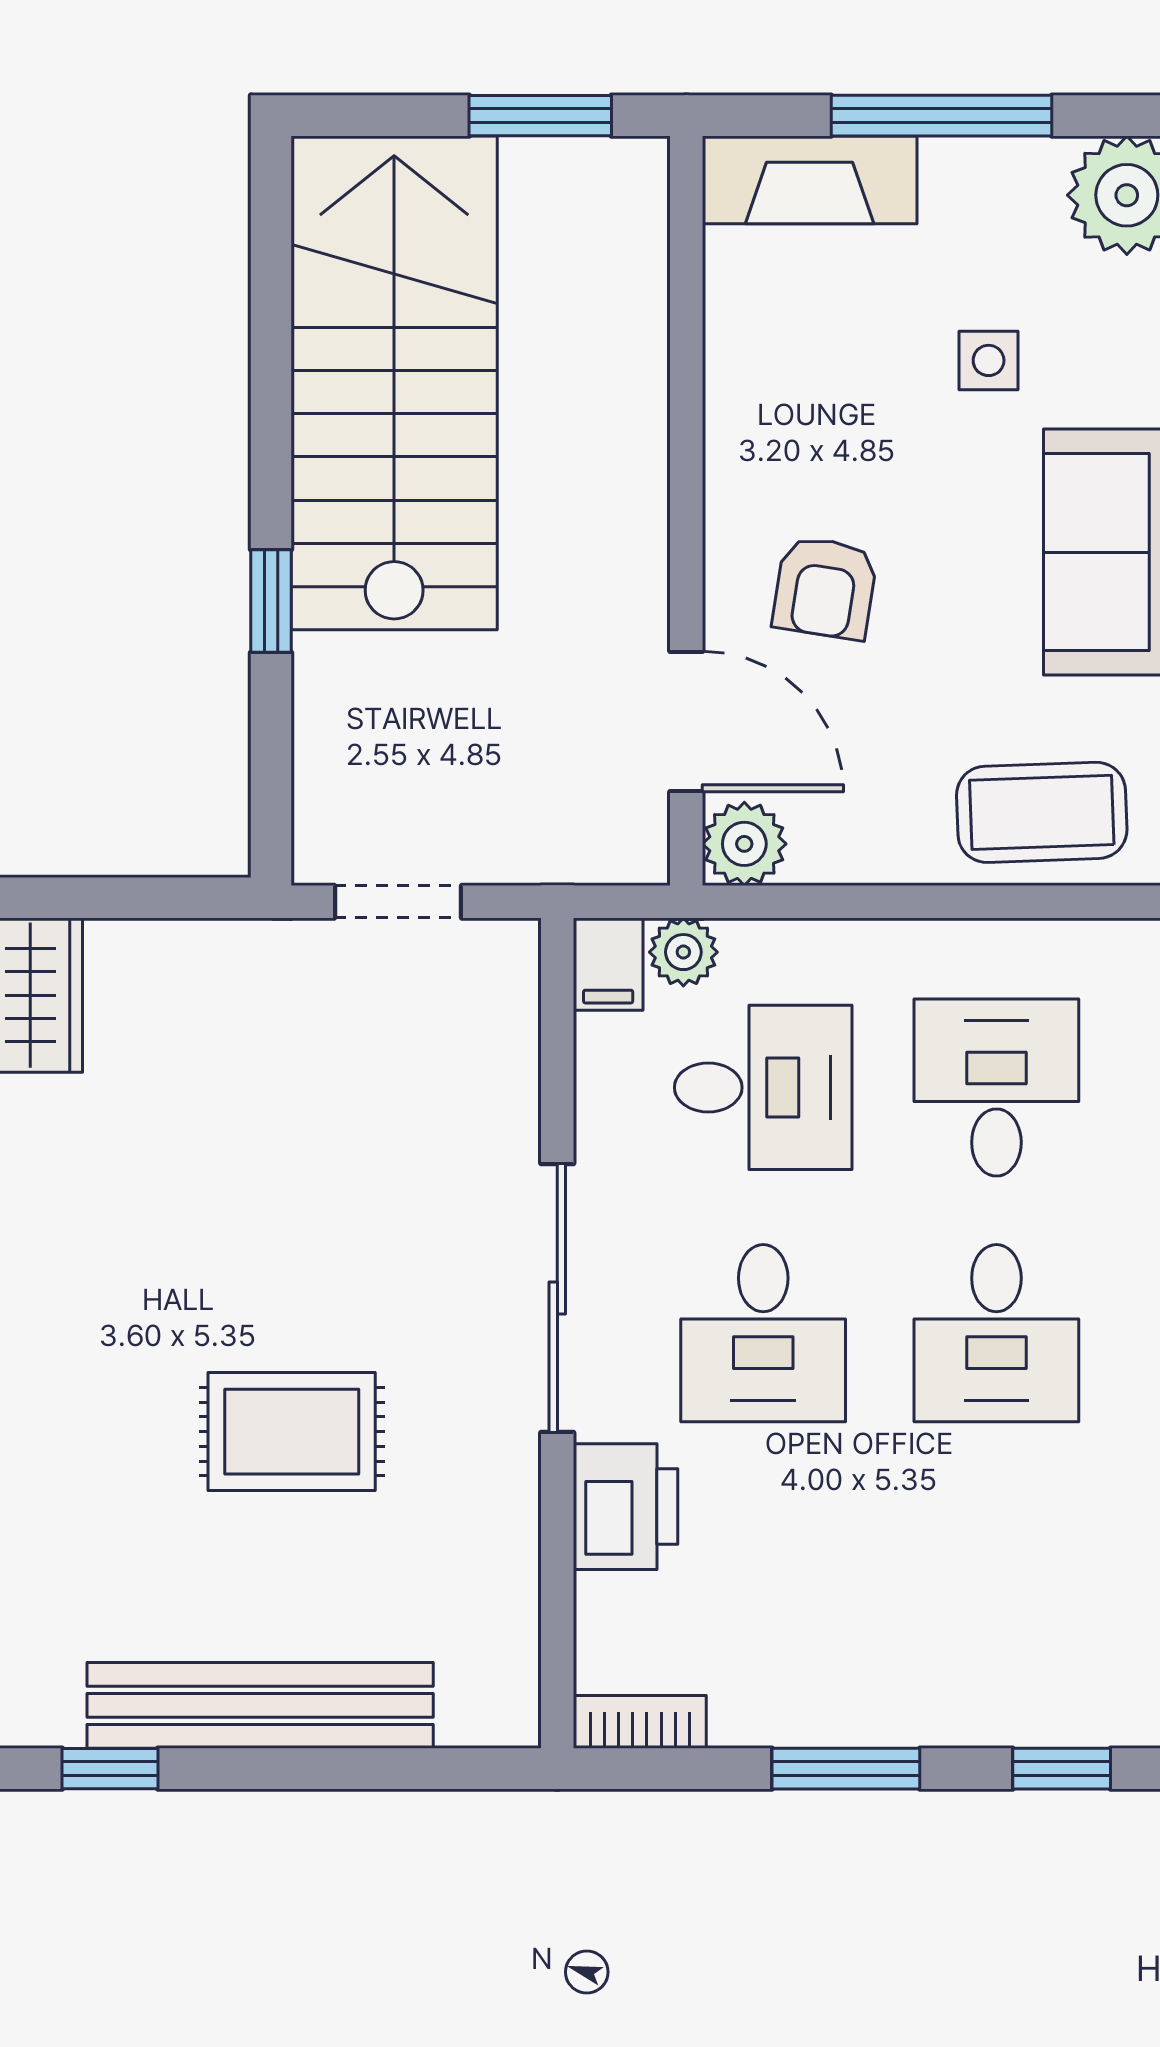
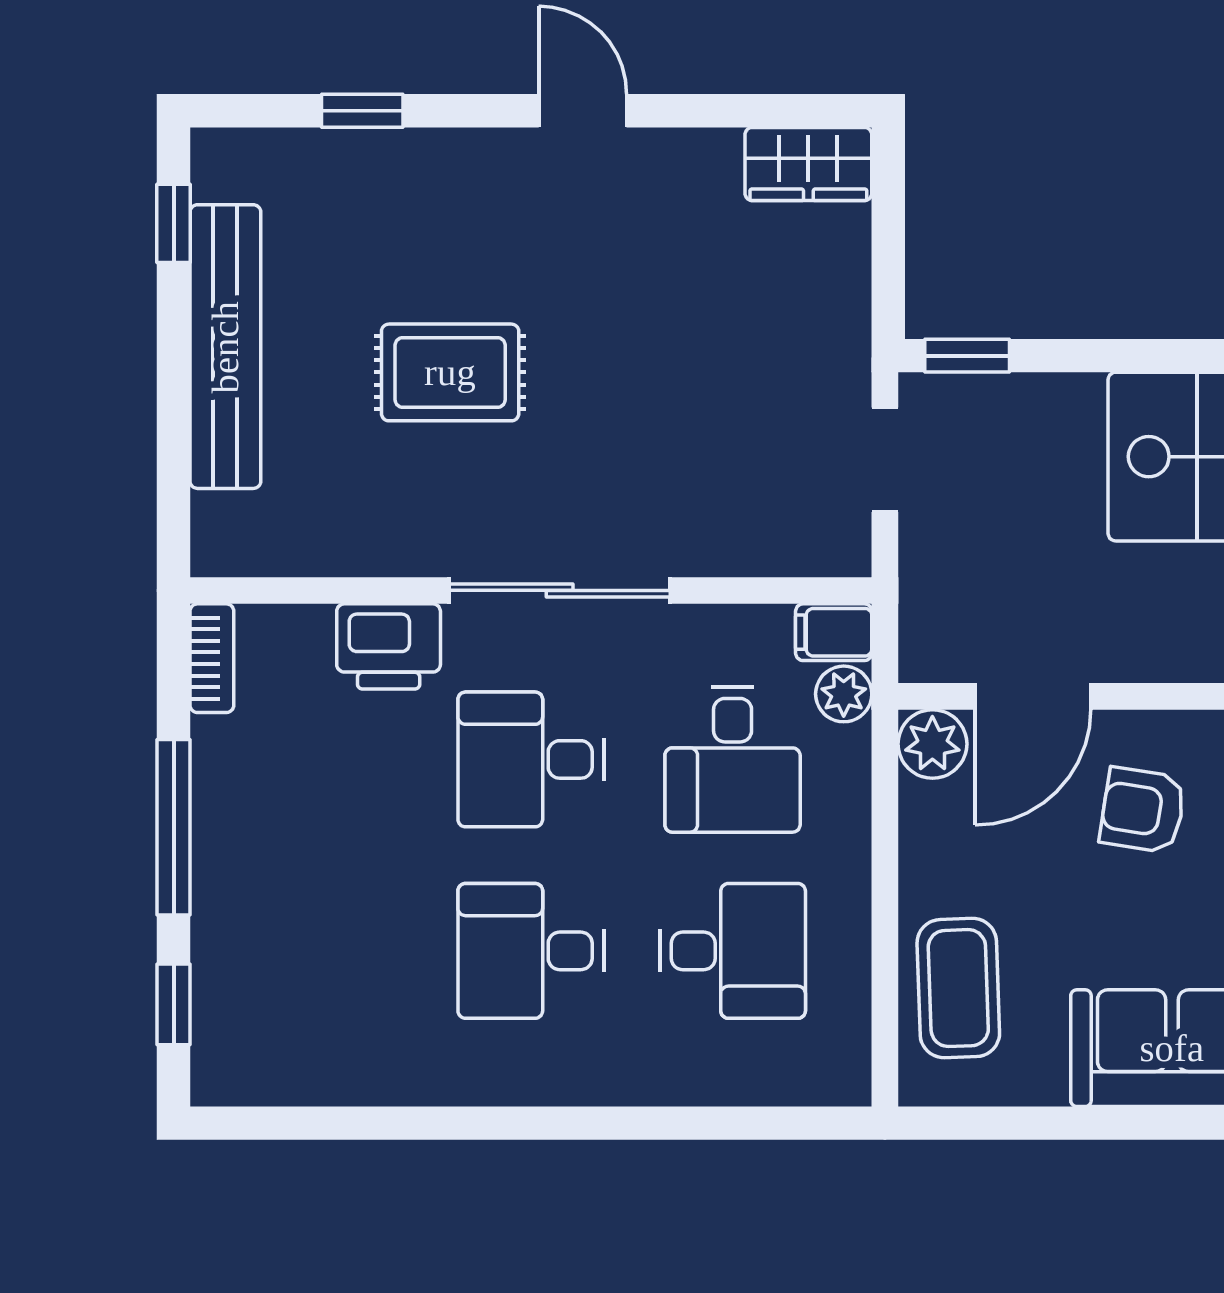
window: (271, 601) -> (967, 356), moved
rug: (292, 1432) -> (450, 372), turned 90
window: (846, 1769) -> (174, 827), width x1.44

